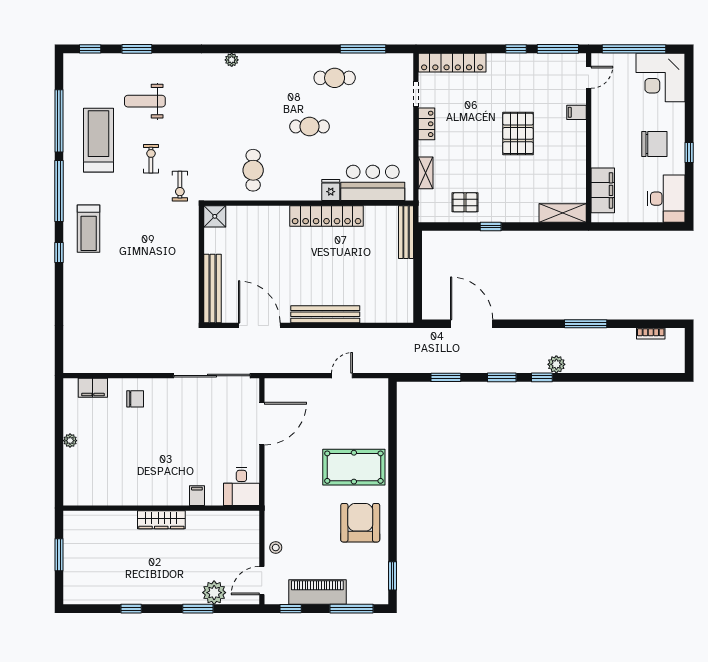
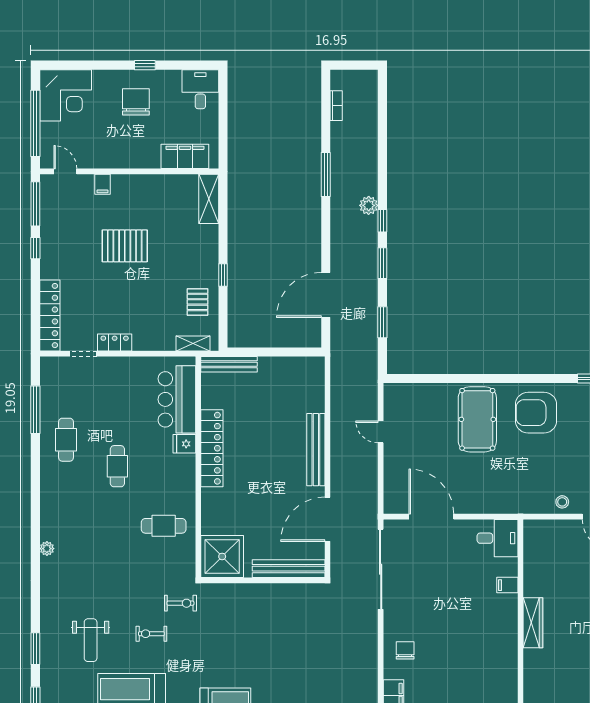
shelving: (426, 173) -> (193, 343), moved
desk: (666, 199) -> (200, 89), width x0.73
shower: (215, 216) -> (222, 556), width x1.86, depth x1.86

